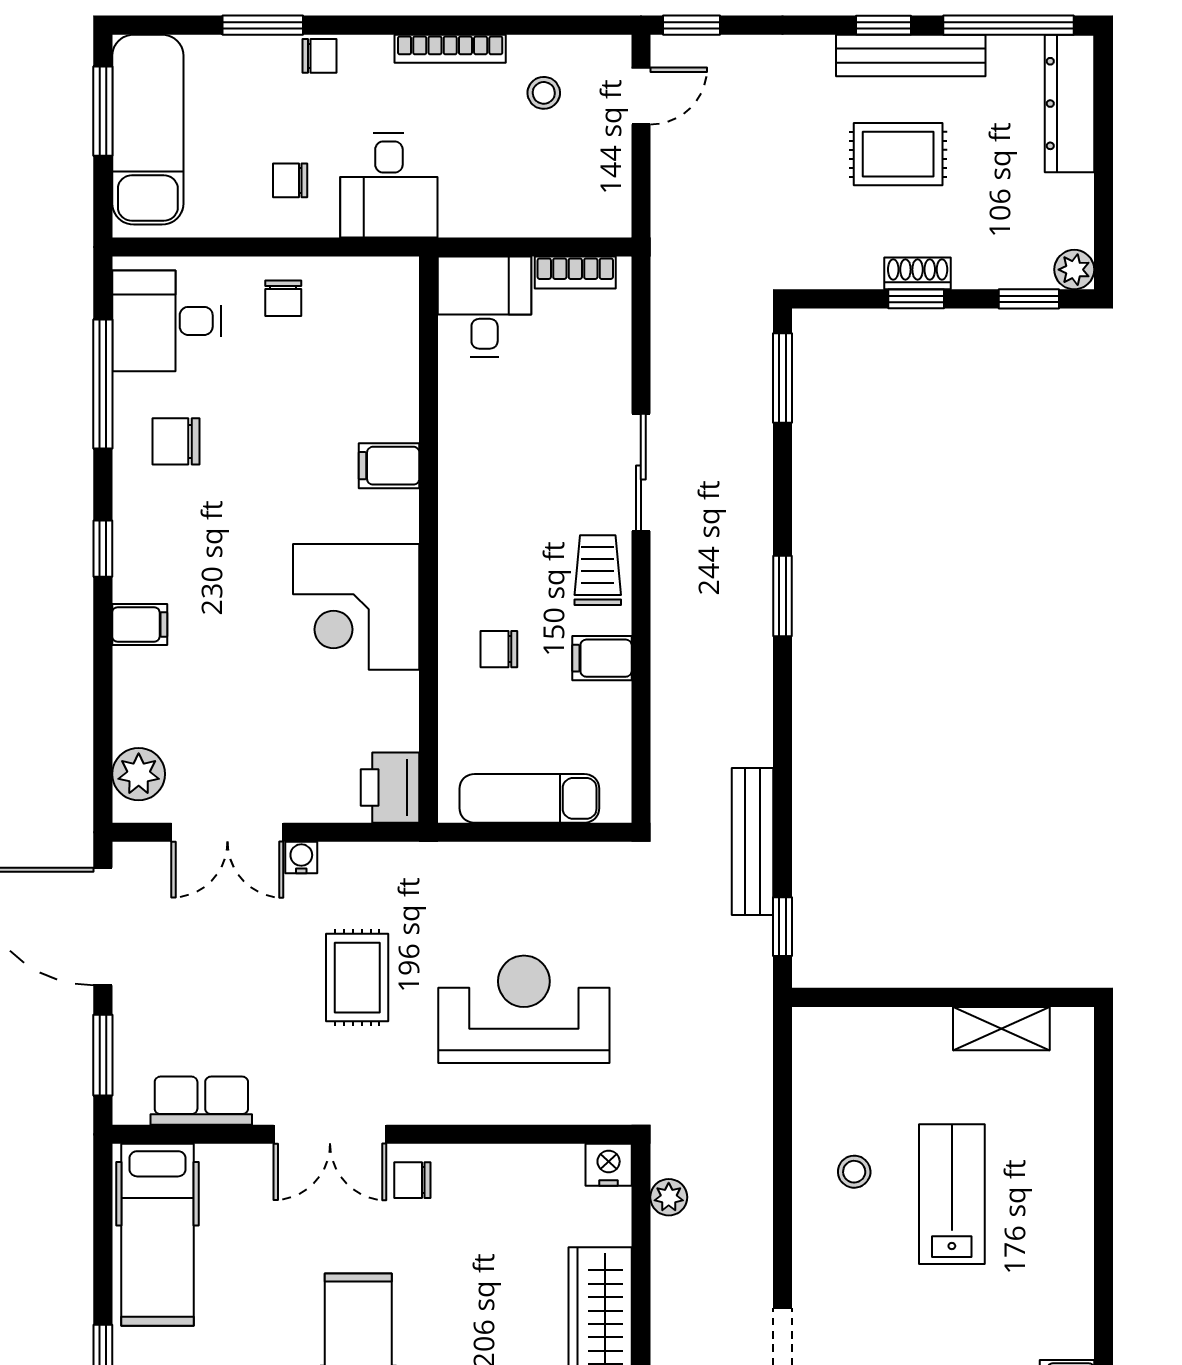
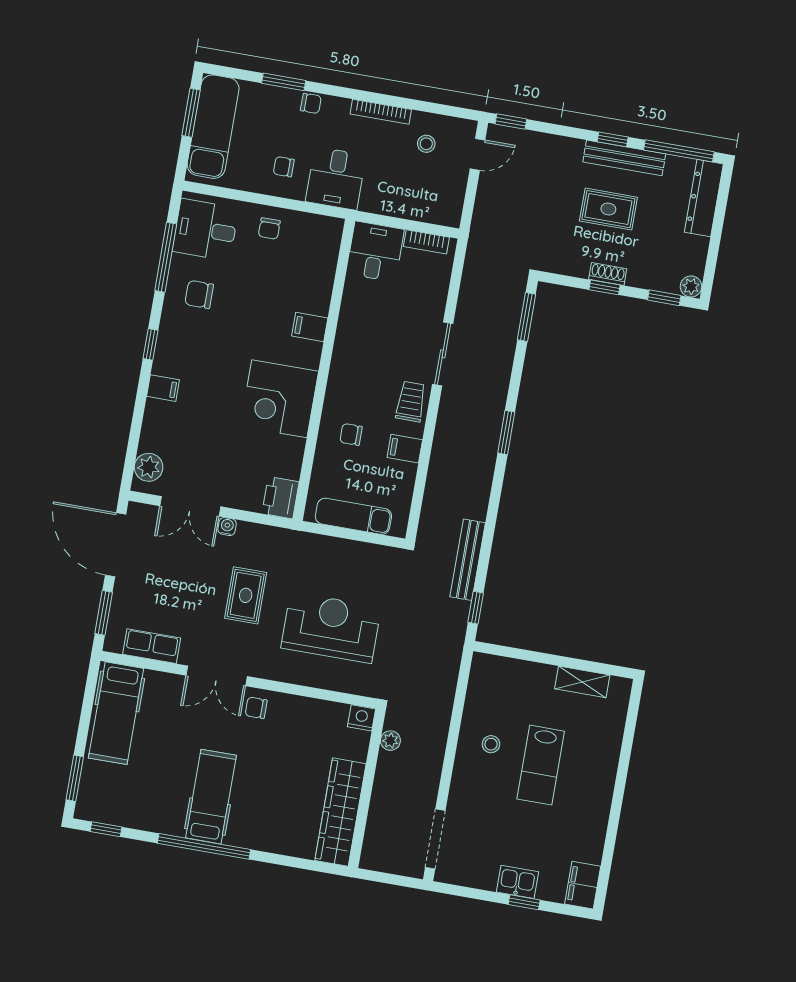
lab bench: (952, 1194) -> (541, 765), turned 180

